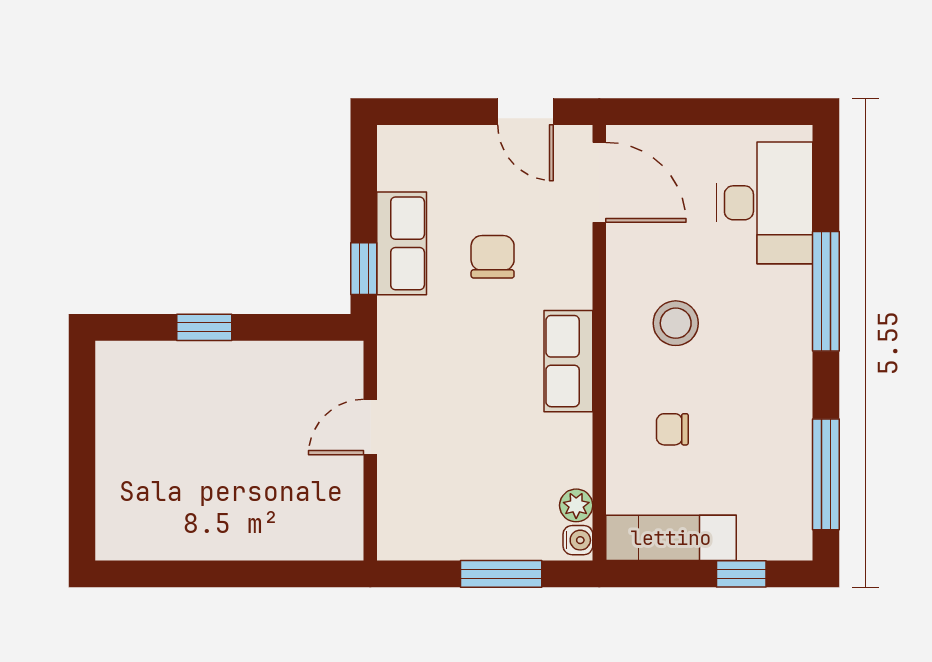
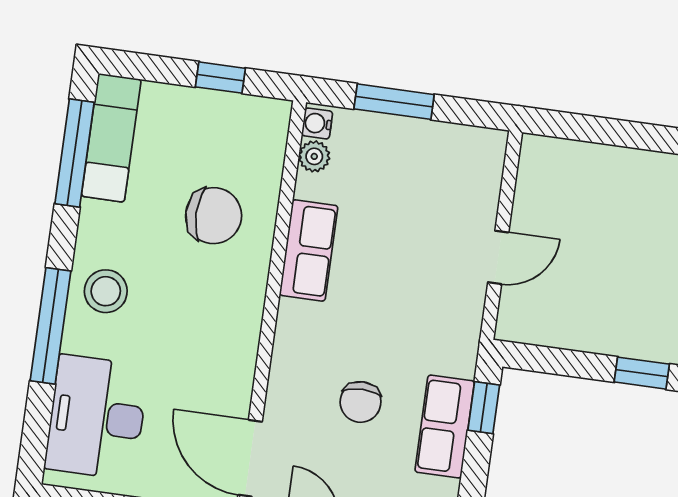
stool: (676, 323) -> (106, 291), moved
row of seats: (568, 361) -> (309, 250), moved
chair: (672, 429) -> (214, 216), width x1.87, depth x1.87
exam couch: (671, 538) -> (111, 138), moved, turned -90
window: (741, 574) -> (220, 78), moved

